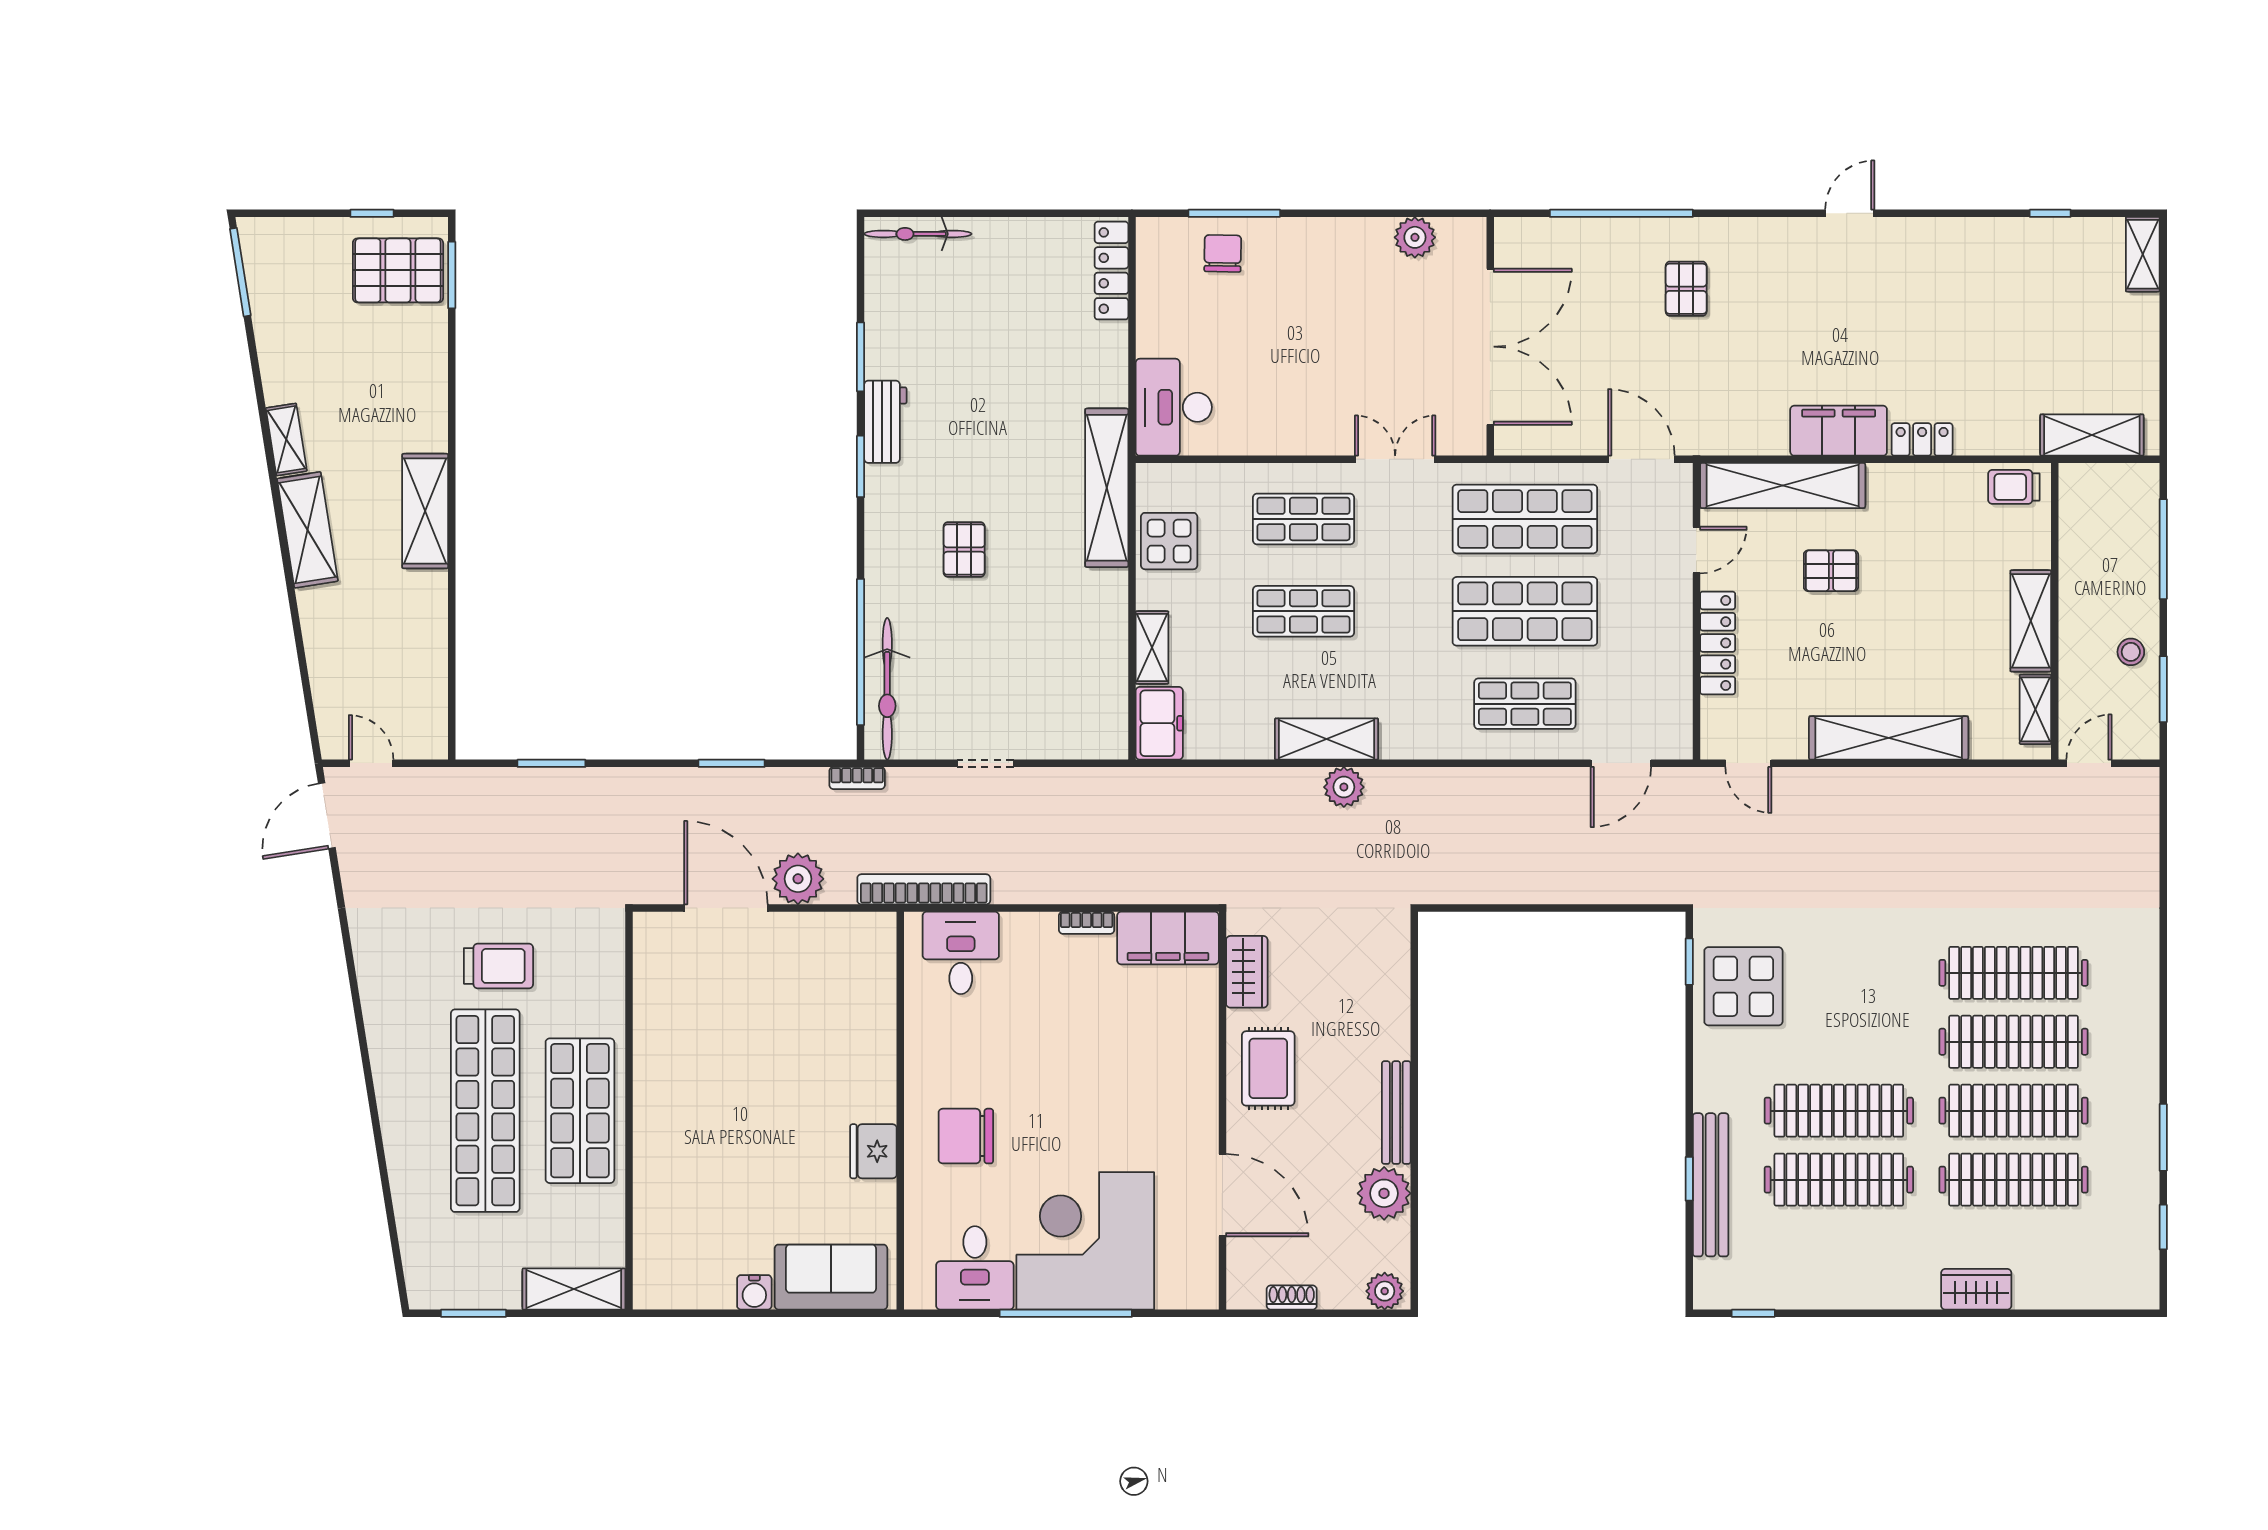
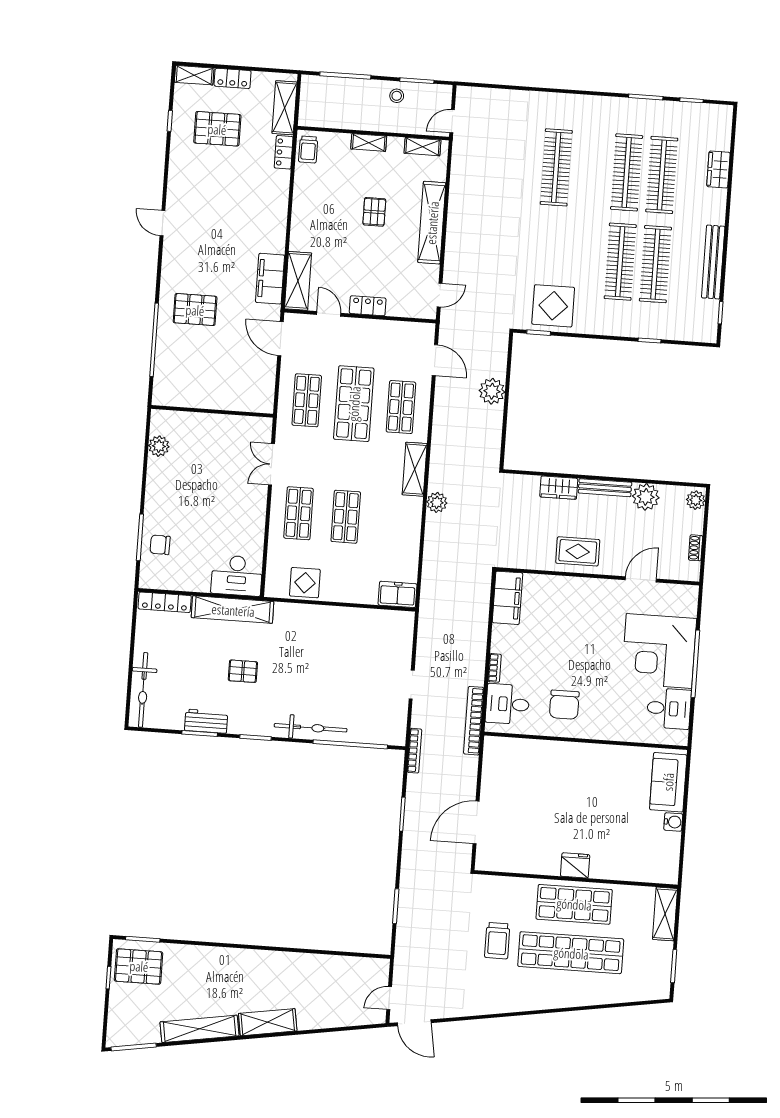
bicycle: (918, 234) -> (143, 690), width x1.37, depth x1.40
pallet: (398, 270) -> (139, 966), turned 90
pallet: (1686, 289) -> (195, 310), width x1.50, depth x1.42
pallet: (2042, 307) -> (217, 129), added
locker: (2142, 330) -> (233, 78), added
double door: (1490, 347) -> (217, 412), removed
workbench: (885, 422) -> (206, 721), moved
filing cabinet: (1839, 431) -> (270, 279), moved
shelving: (286, 439) -> (200, 1029), width x2.20, depth x1.33
locker: (1922, 439) -> (284, 152), moved
door: (1641, 459) -> (280, 339), hinge flipped
shelving: (1783, 486) -> (298, 281), width x0.68
shelving: (1107, 488) -> (233, 610), moved
shelving: (425, 511) -> (262, 961), removed
shop shelf: (1525, 519) -> (307, 400), width x0.70, depth x0.74
pallet: (964, 550) -> (243, 671), moved
pallet: (1831, 571) -> (374, 212), moved
shelving: (2031, 621) -> (369, 143), width x0.67, depth x0.75
locker: (1718, 643) -> (368, 306), width x0.66
shelving: (1152, 647) -> (359, 595), removed
bicycle: (887, 689) -> (311, 728), moved
shelving: (1327, 739) -> (415, 469), moved
door: (2089, 763) -> (452, 121), hinge flipped
bookcase: (857, 778) -> (414, 751), width x1.56
plant: (798, 879) -> (492, 391), moved
bookcase: (1087, 923) -> (495, 668), moved
trolley: (498, 966) -> (497, 941), turned 180
wardrobe: (1247, 972) -> (559, 488), moved, turned 180
clothes rail: (2014, 1042) -> (591, 170), removed
chair: (966, 1136) -> (564, 705), moved
fridge: (873, 1151) -> (575, 865), moved, turned 180
bench: (1711, 1185) -> (713, 262), moved, turned 90
door: (1222, 1195) -> (641, 579), width x0.73
wardrobe: (1976, 1289) -> (718, 169), moved

